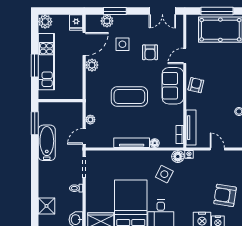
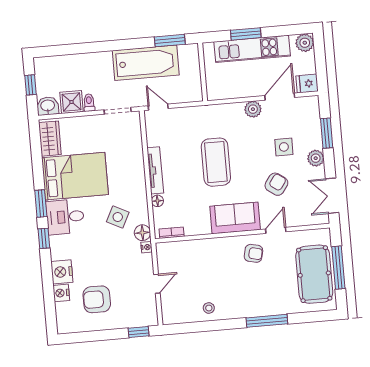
plant: (107, 21) -> (316, 158), moved
door: (84, 44) -> (280, 97), swing flipped
armchair: (150, 52) -> (276, 184), turned 126
door: (185, 56) -> (276, 230), hinge flipped
armchair: (196, 85) -> (253, 253), moved
plant: (90, 120) -> (181, 113), removed
tv unit: (191, 128) -> (182, 247), removed
bathtub: (47, 143) -> (146, 63), width x1.36, depth x1.36
armchair: (225, 195) -> (97, 299), turned -99
shower: (47, 206) -> (72, 102), moved

